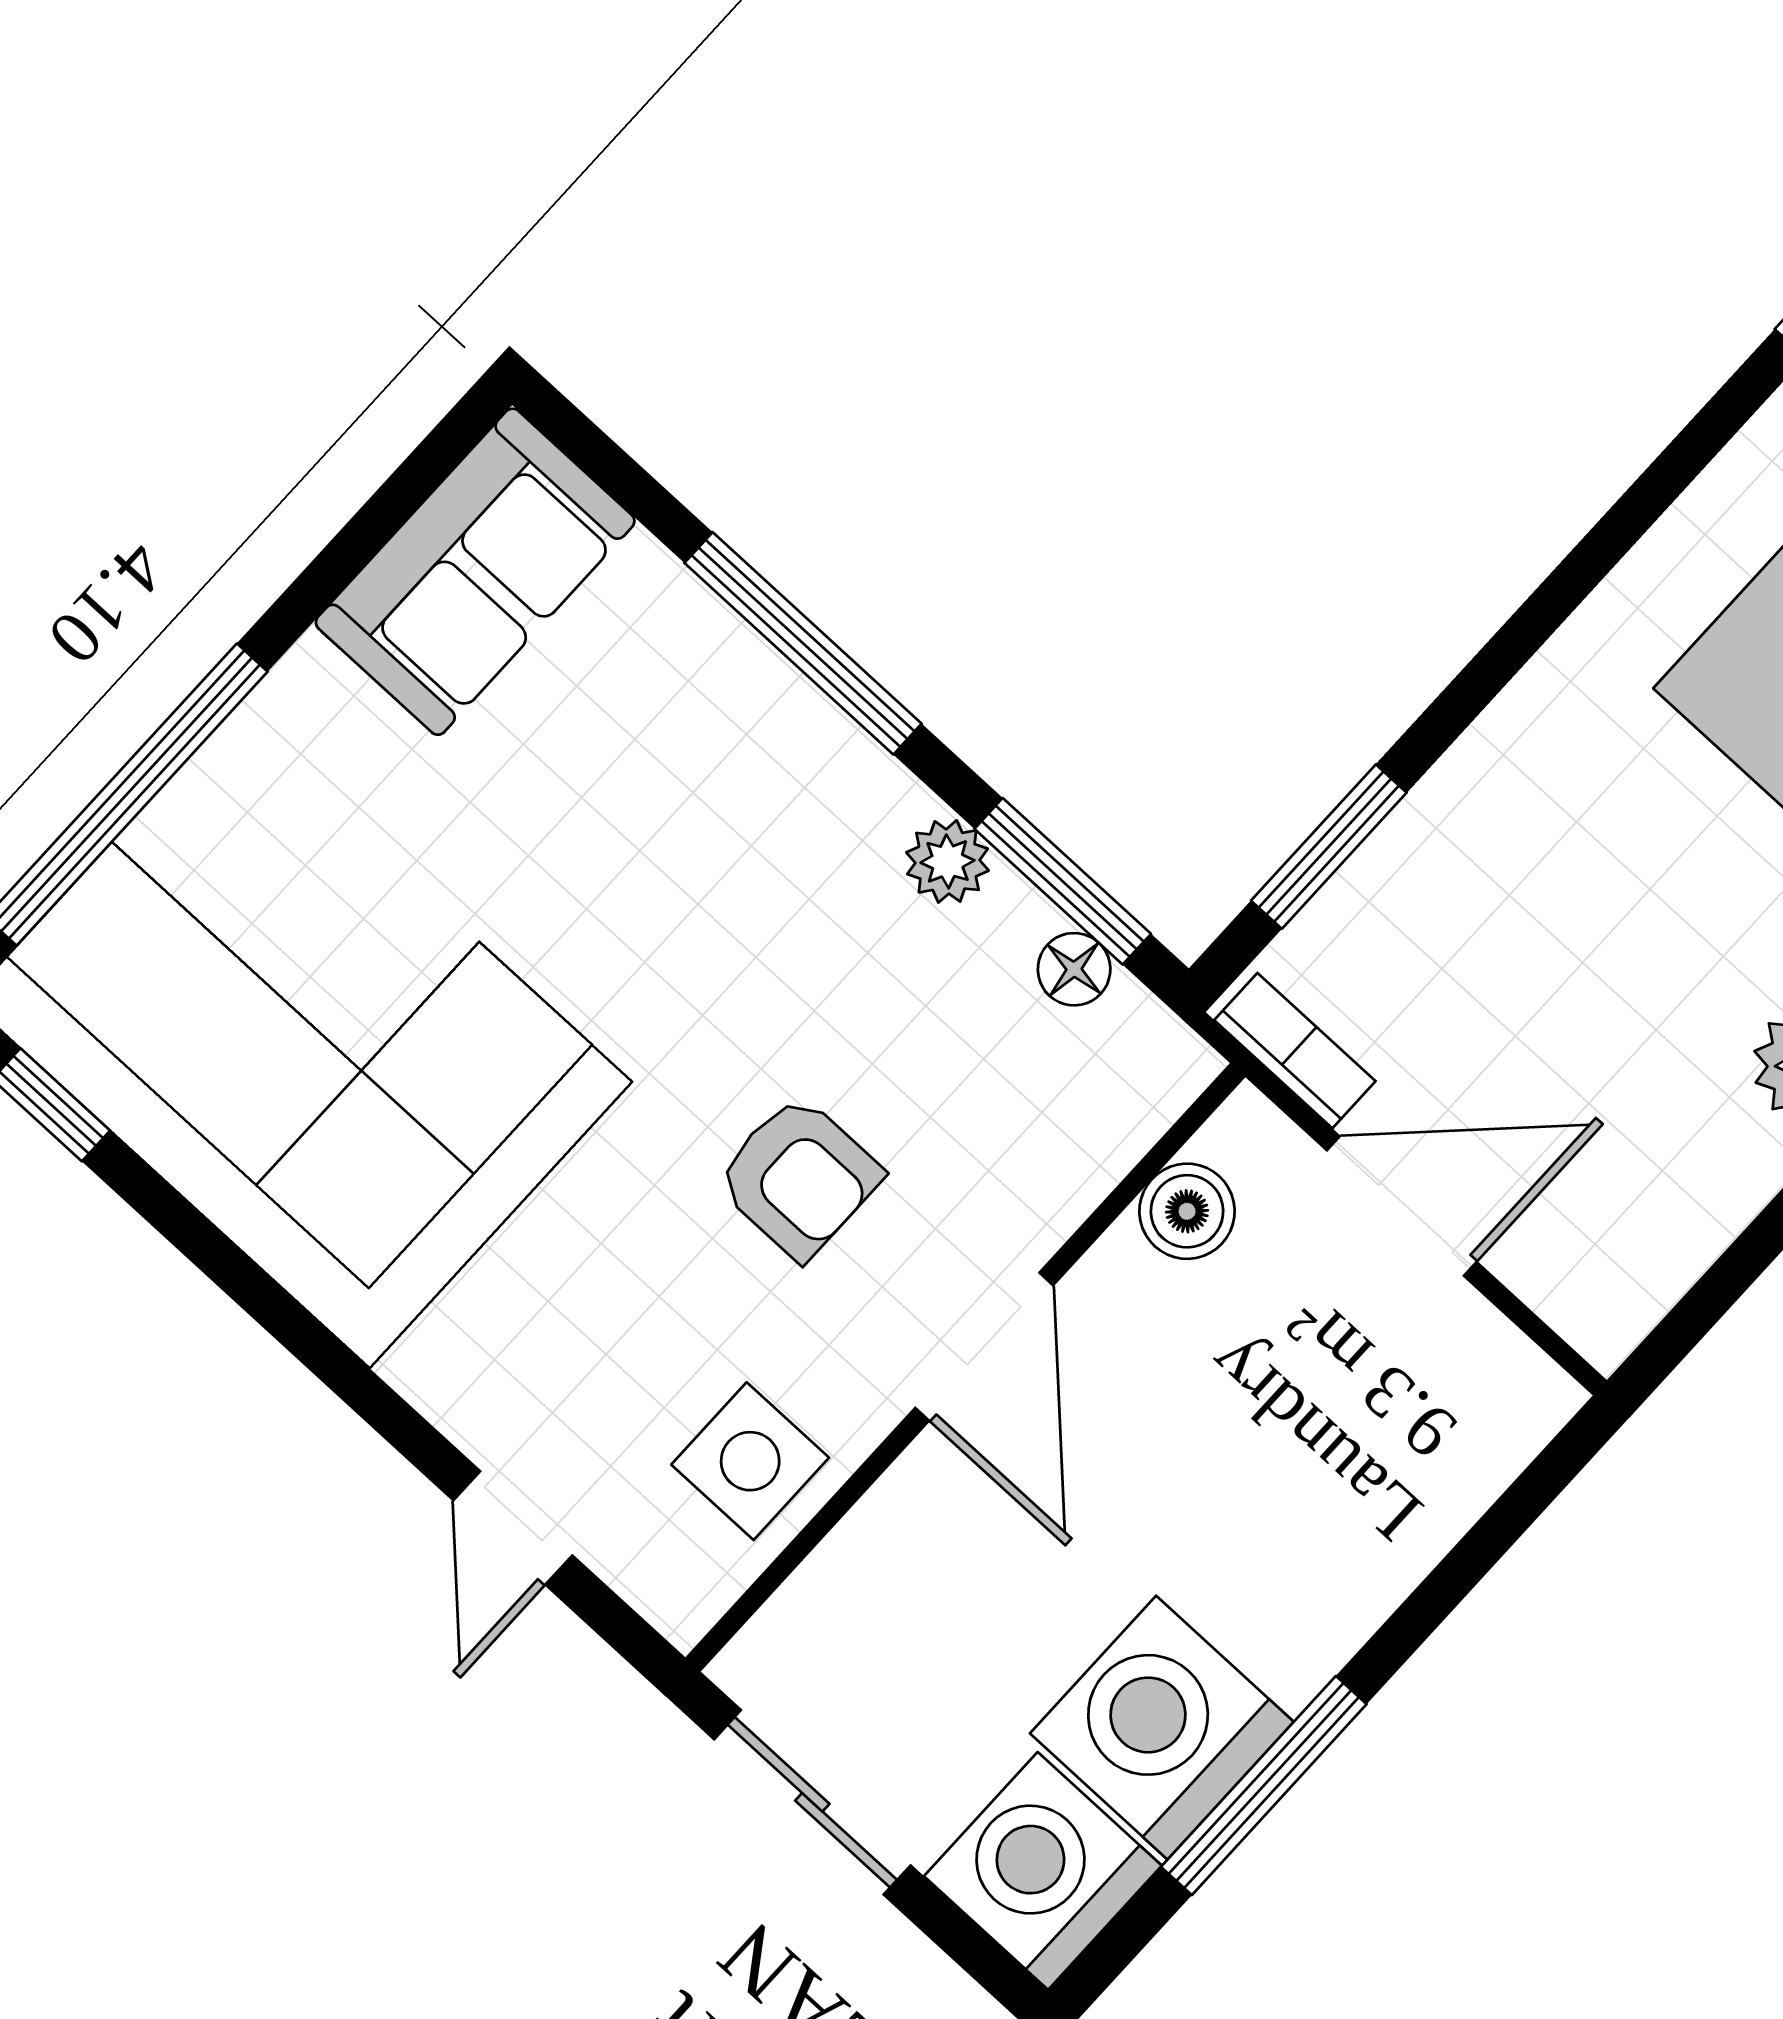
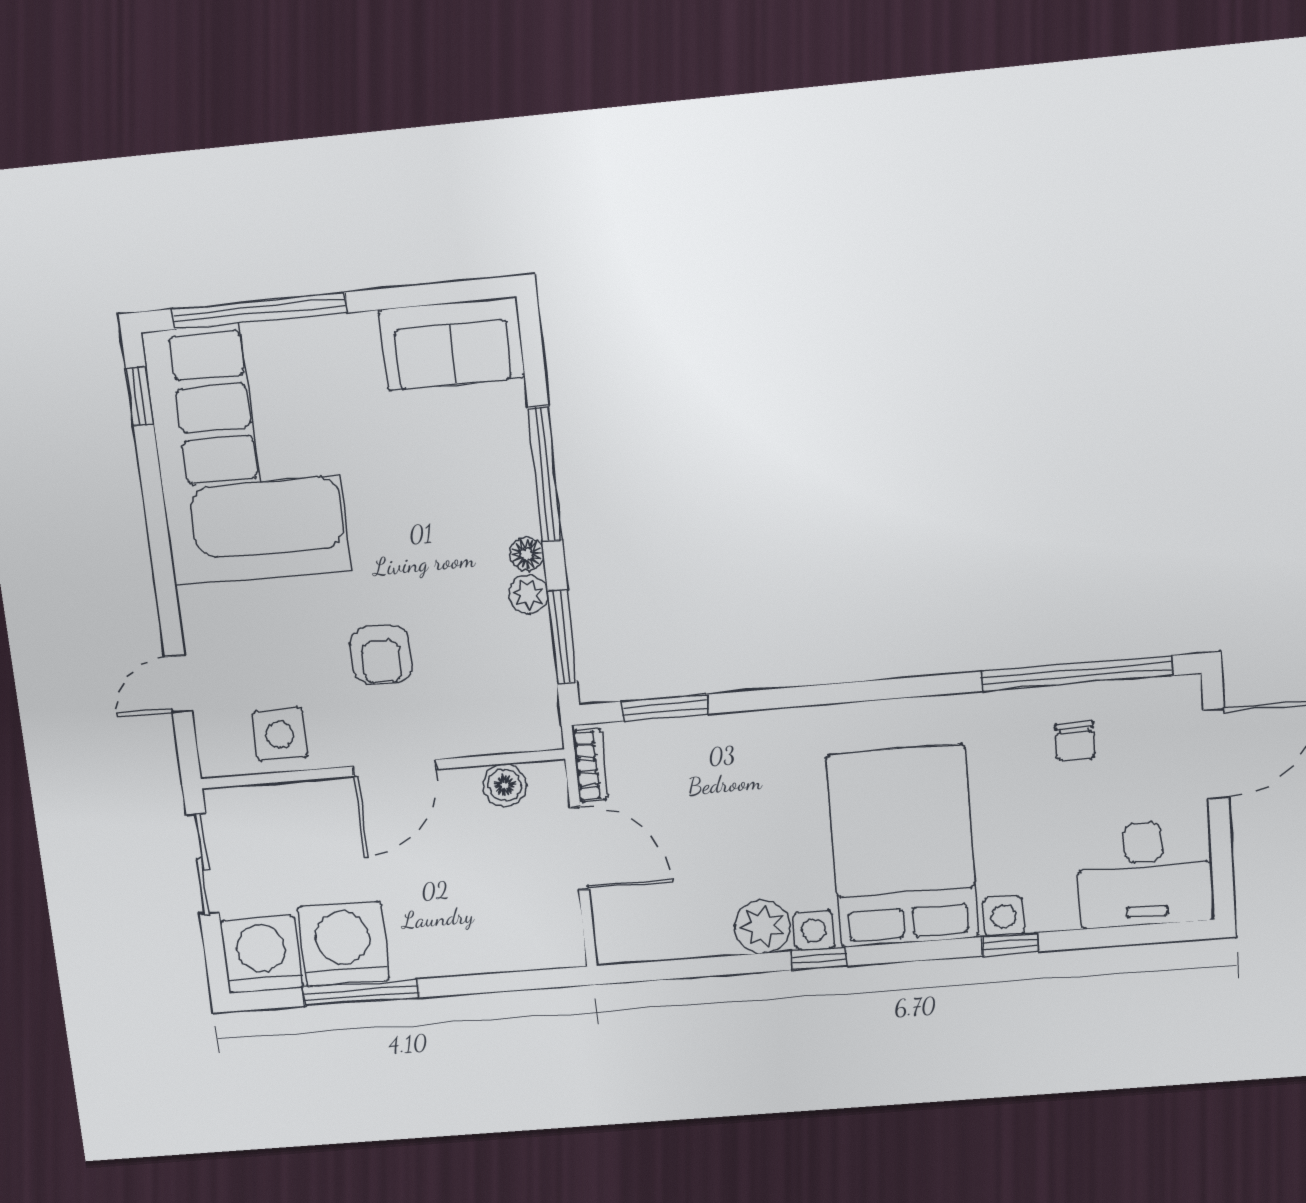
floor lamp: (1074, 969) -> (527, 554), moved

